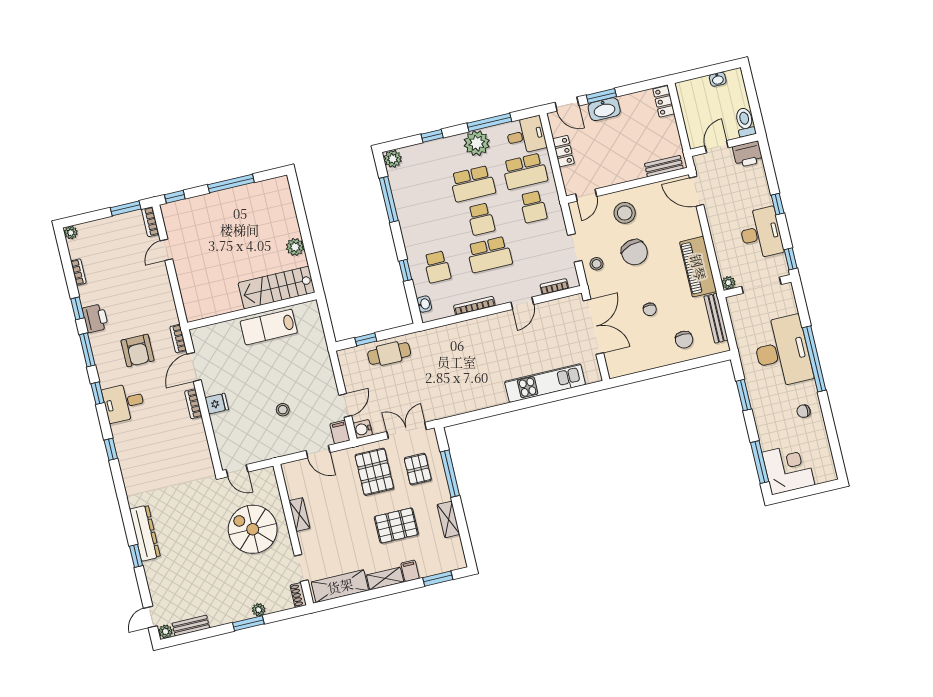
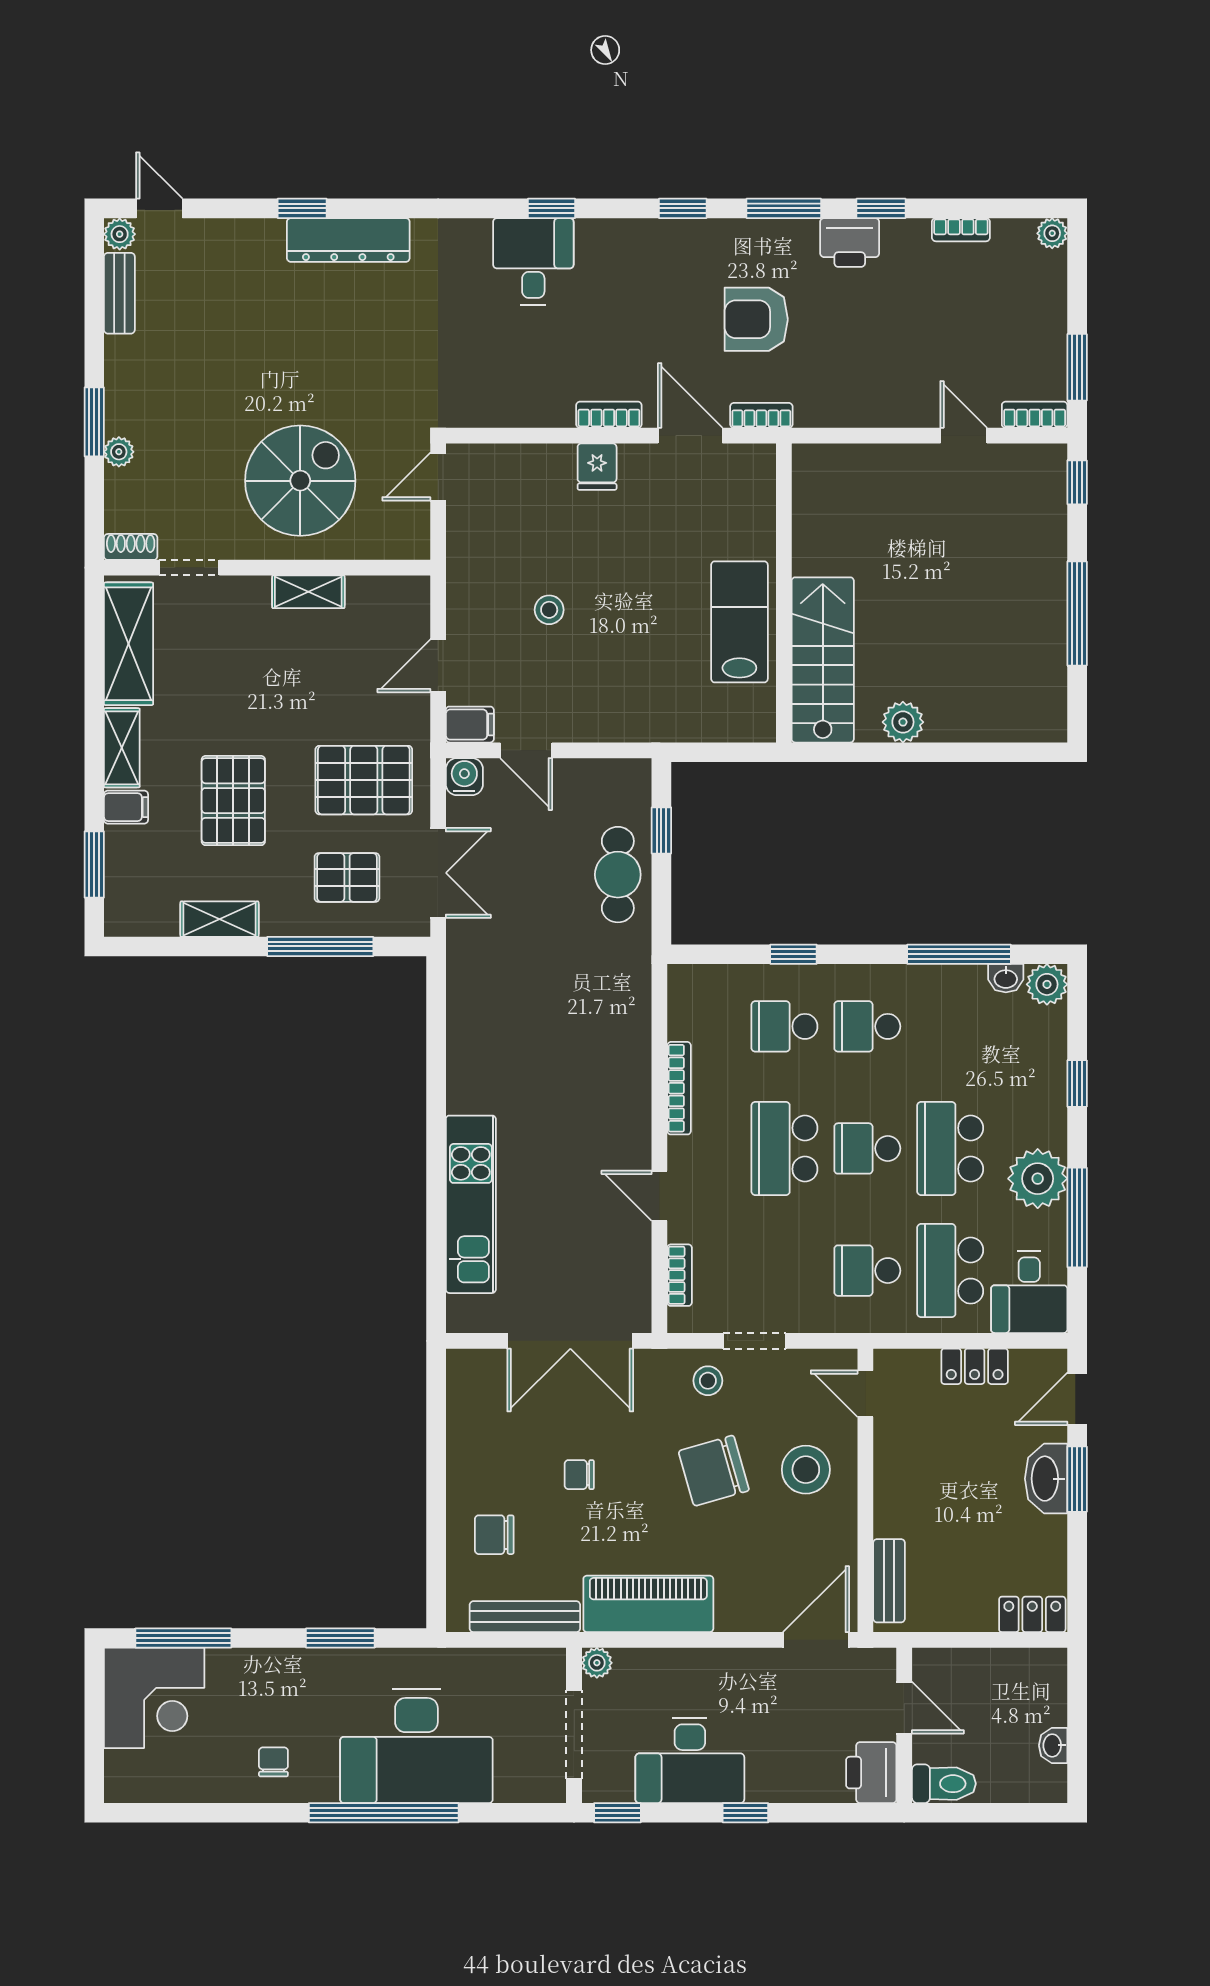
school desk: (429, 231) -> (867, 1026), added
washbasin: (424, 304) -> (1006, 978), moved
desk: (124, 403) -> (533, 261), moved

